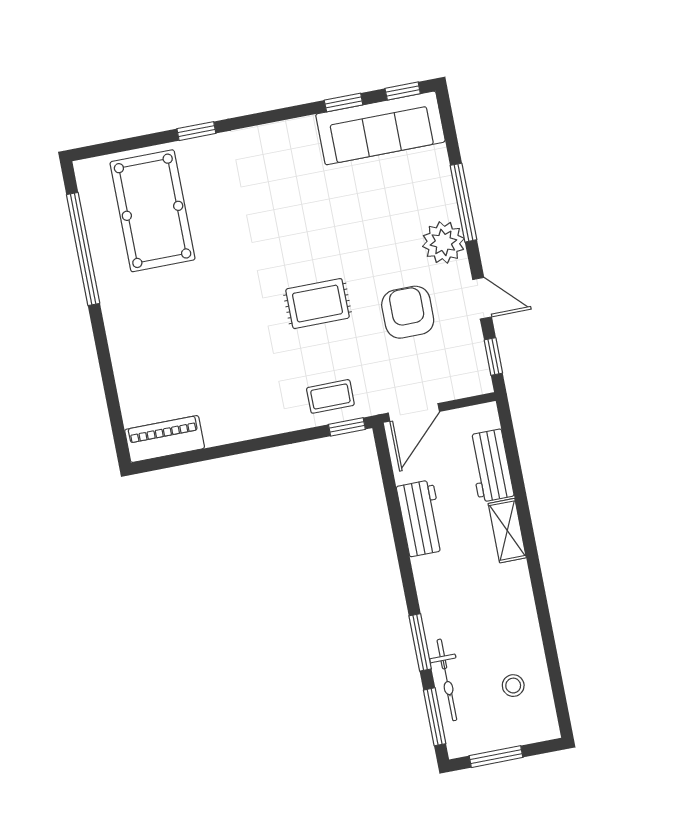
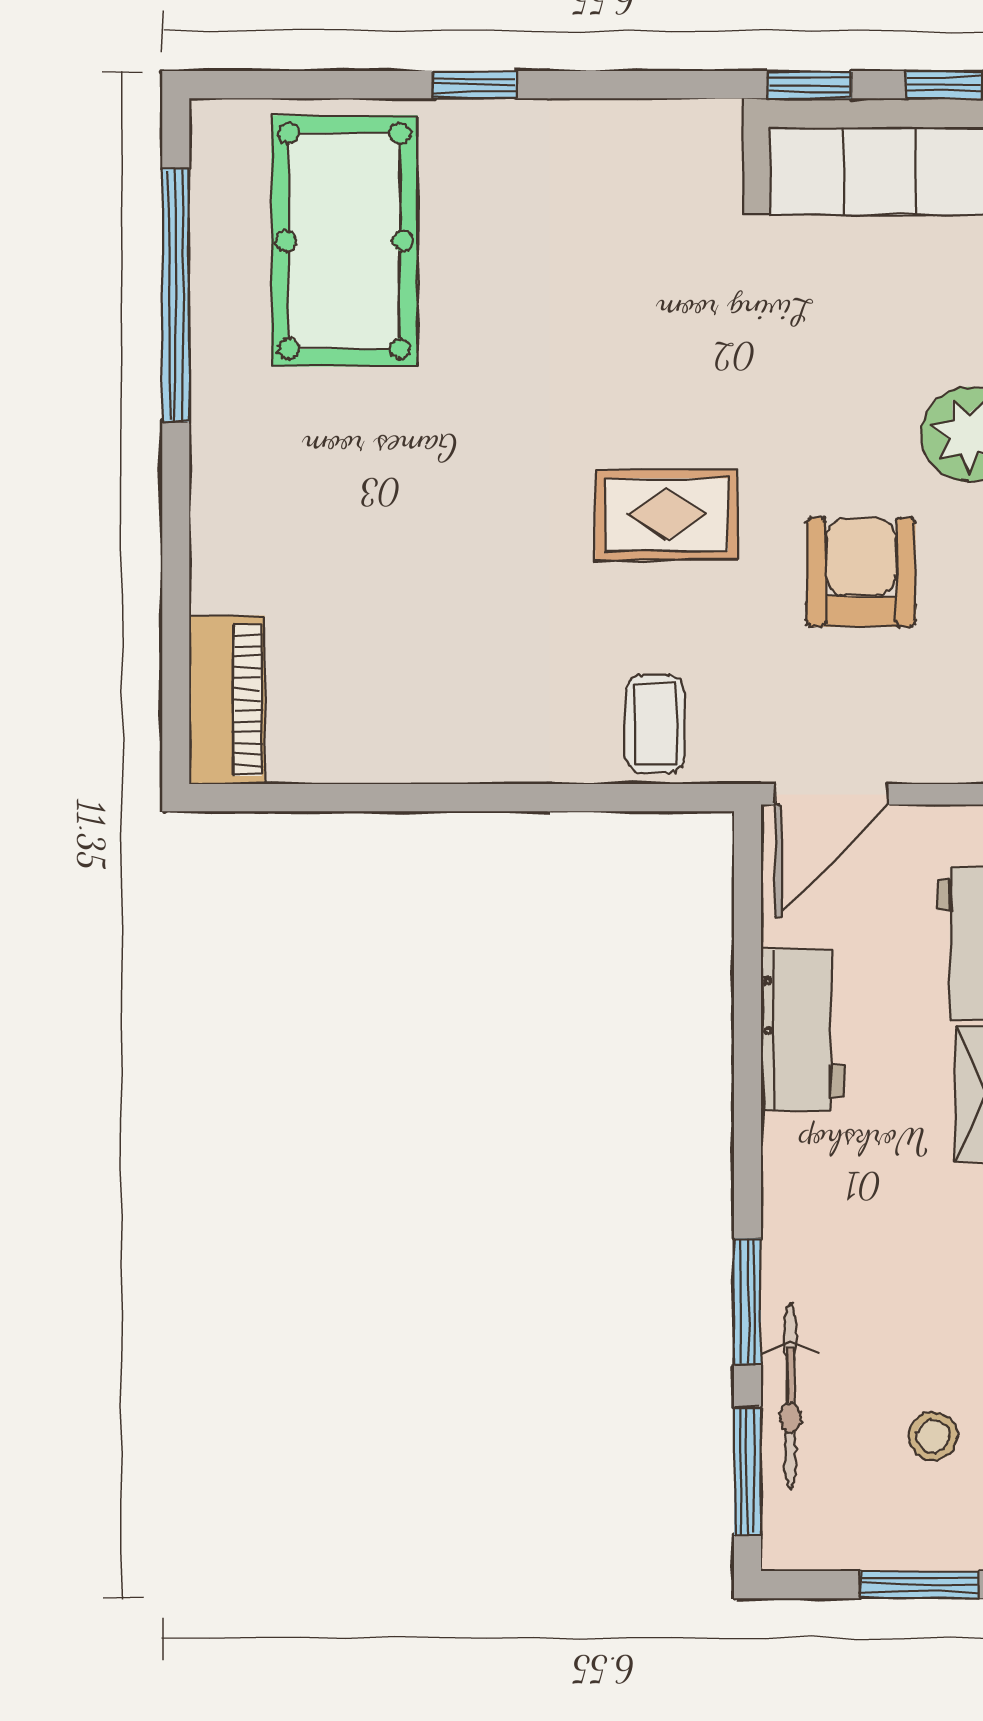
coffee table: (330, 396) -> (655, 724), turned 90
window: (347, 427) -> (679, 798), removed
piano: (165, 439) -> (227, 700), moved, turned 90
window: (496, 757) -> (919, 1585), moved

